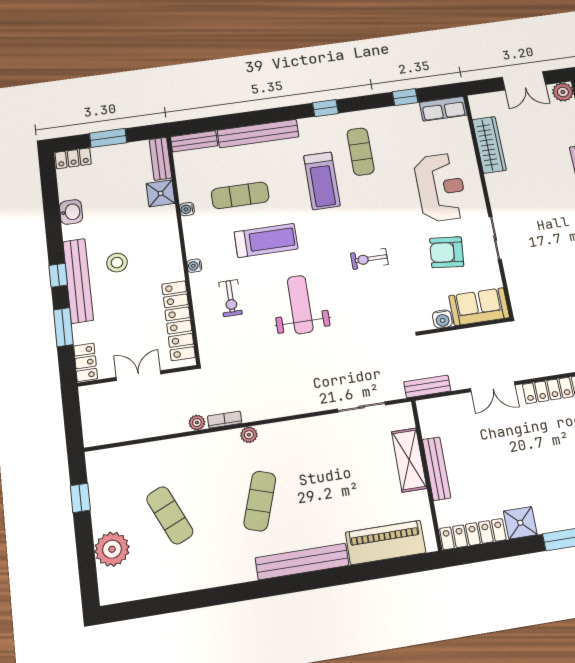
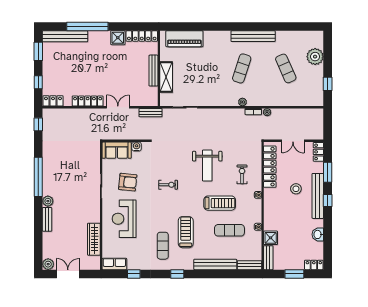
treadmill: (266, 240) -> (220, 203), turned 180
stool: (117, 263) -> (296, 189), moved
bench: (302, 562) -> (253, 36), moved

